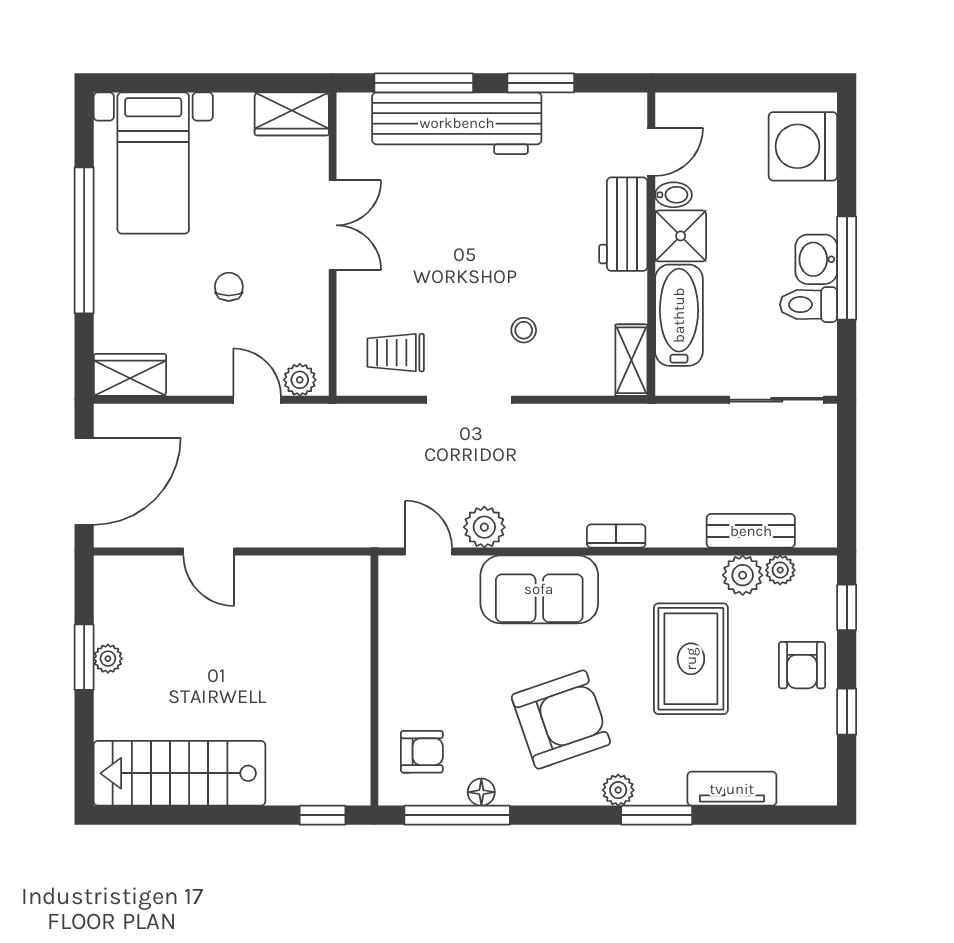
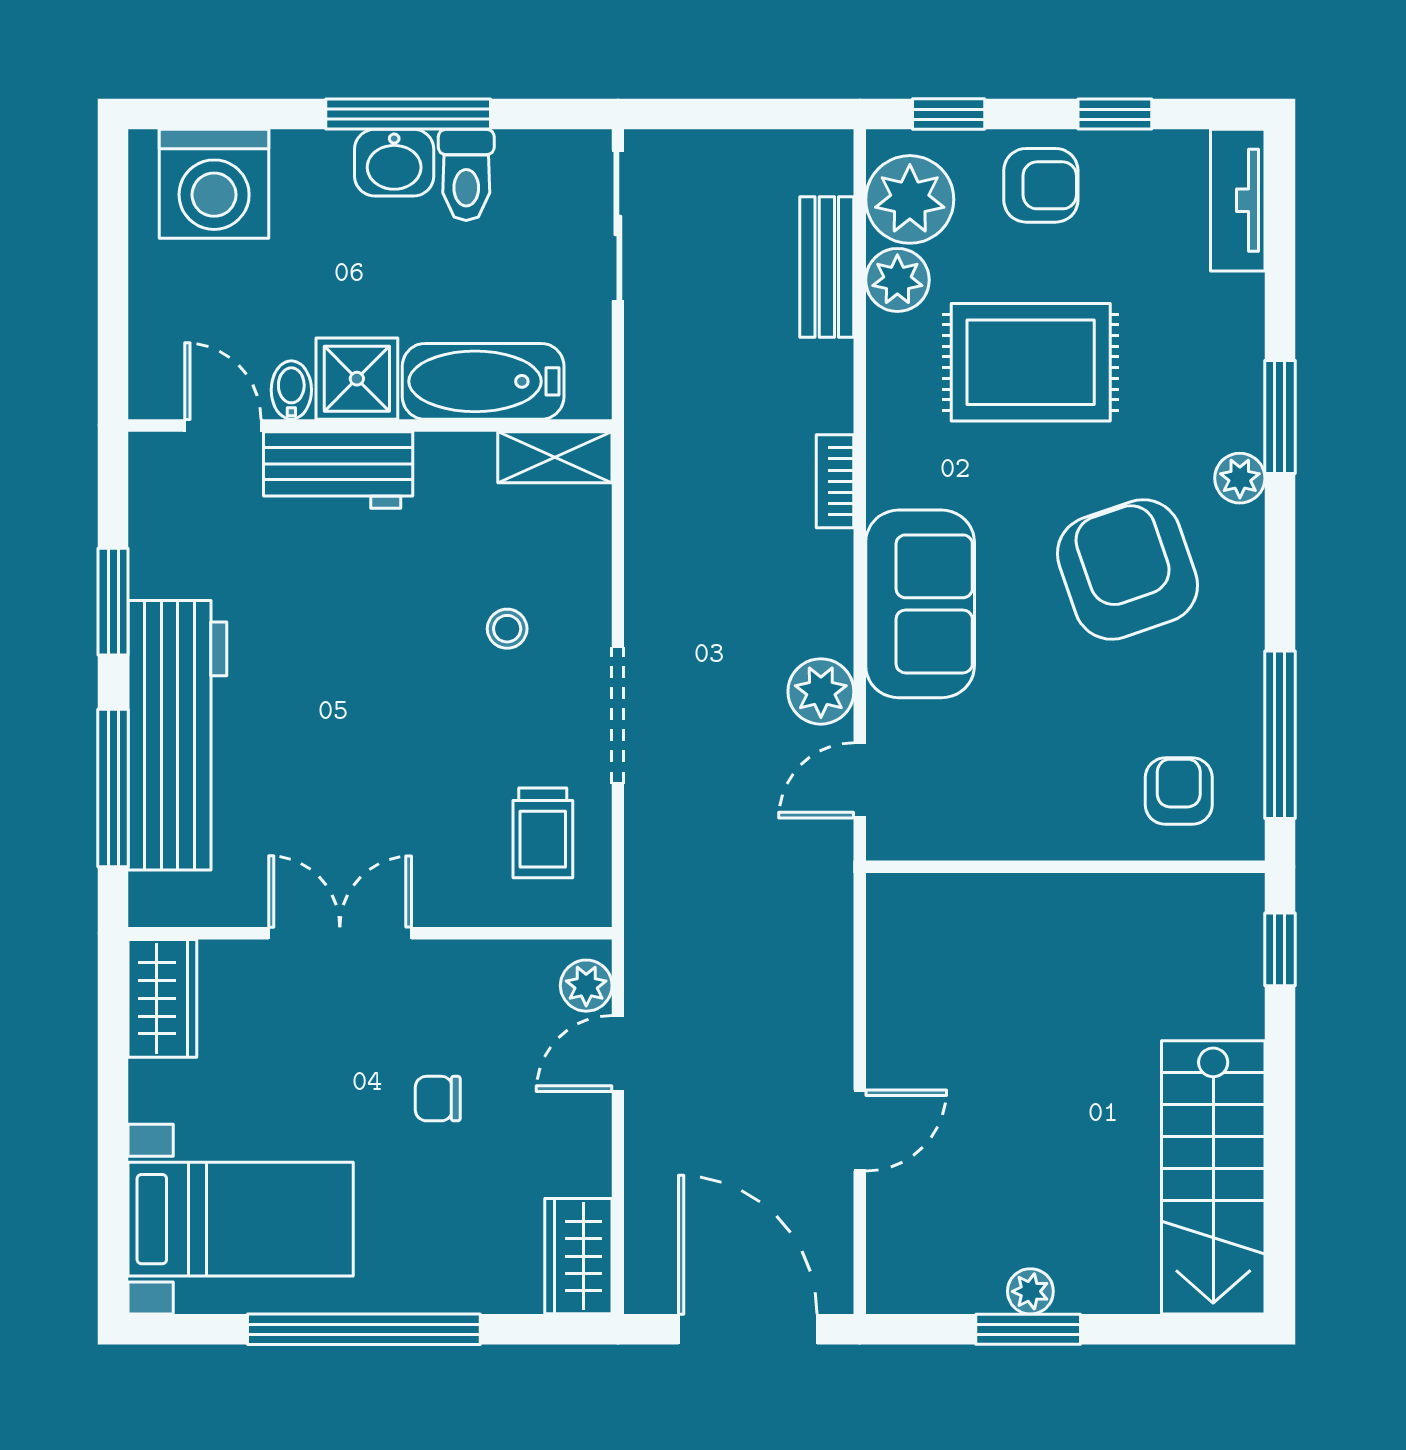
plant: (780, 570) -> (910, 199), width x1.87, depth x1.87
tv unit: (732, 789) -> (1238, 200), moved
floor lamp: (481, 792) -> (1243, 696), removed

